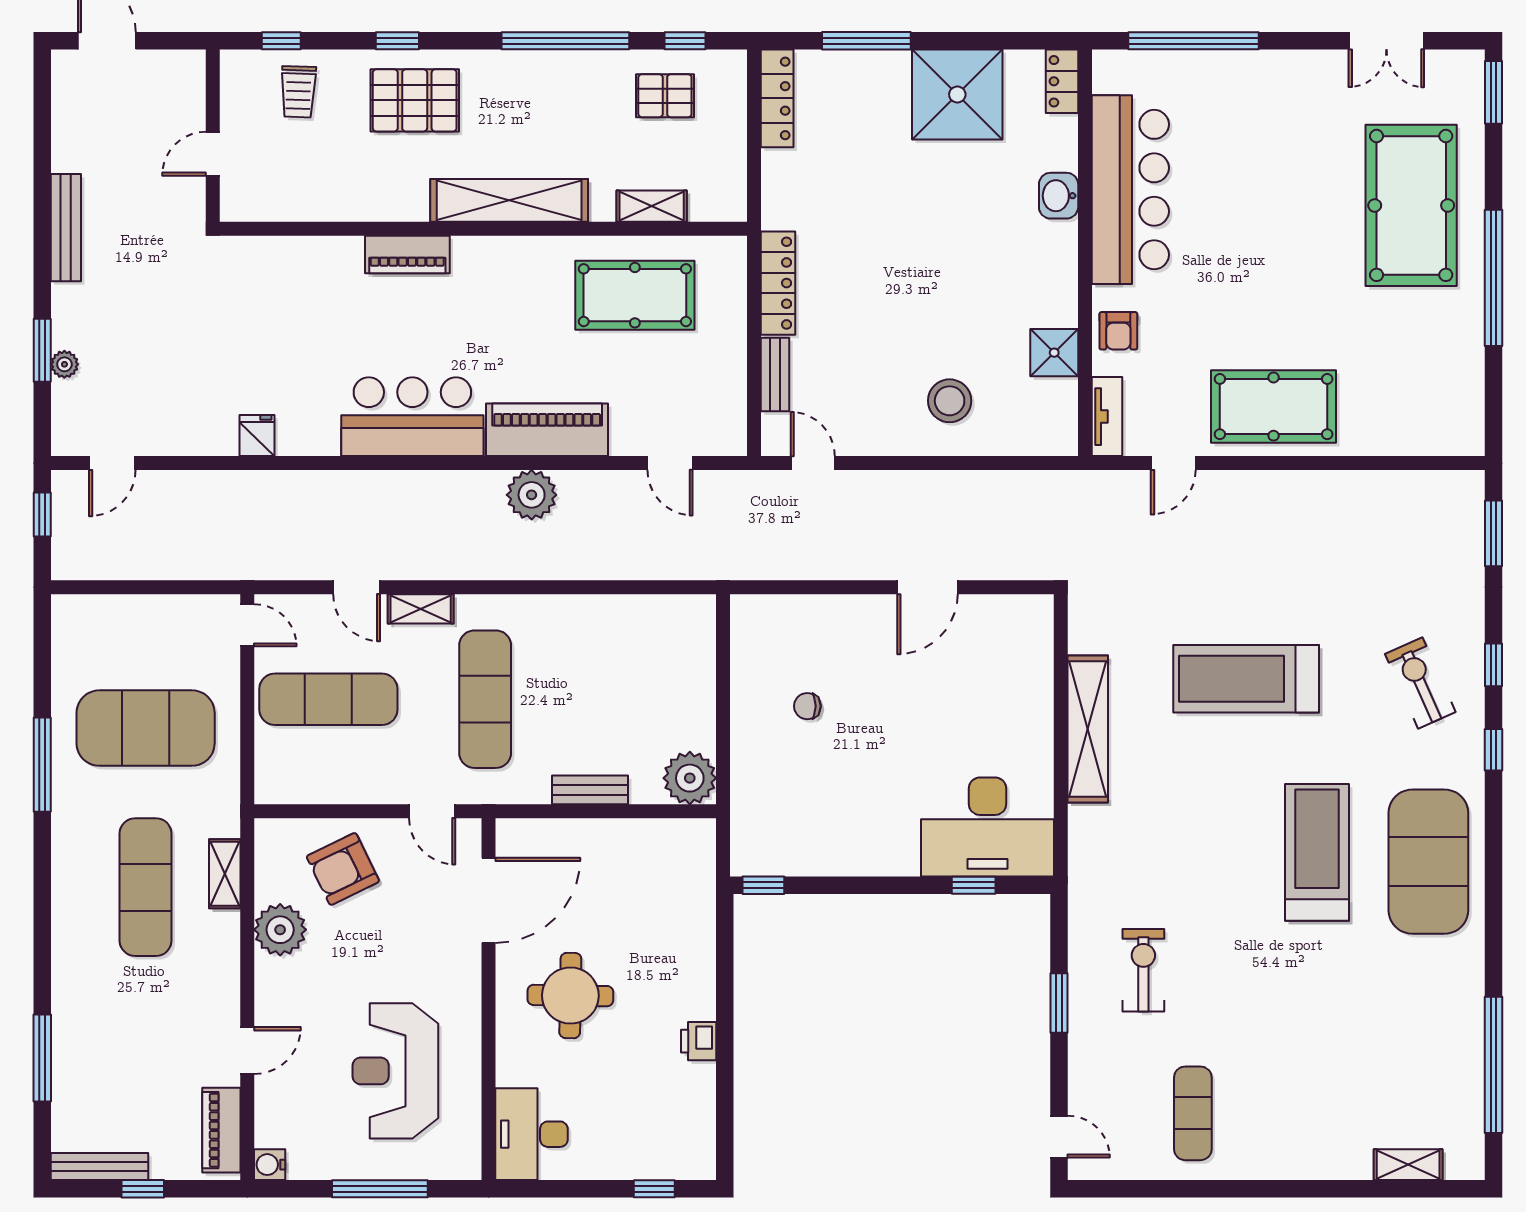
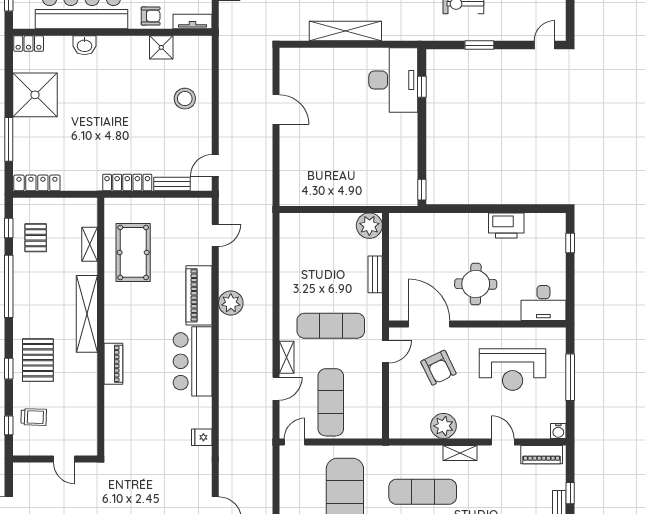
chair: (807, 706) -> (334, 168), removed
armchair: (343, 869) -> (438, 368), moved
shelving: (225, 874) -> (460, 453), moved
printer: (699, 1041) -> (506, 225), width x1.87, depth x1.48

